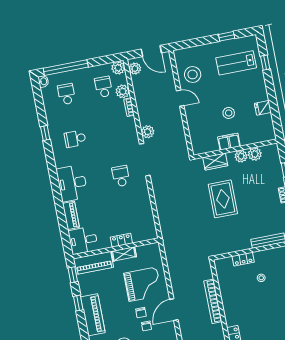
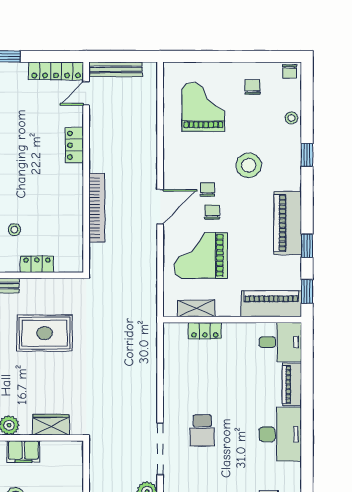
rug: (223, 199) -> (45, 333), moved, turned 90
locker: (121, 240) -> (205, 331), moved
shelving: (124, 254) -> (196, 308), moved

